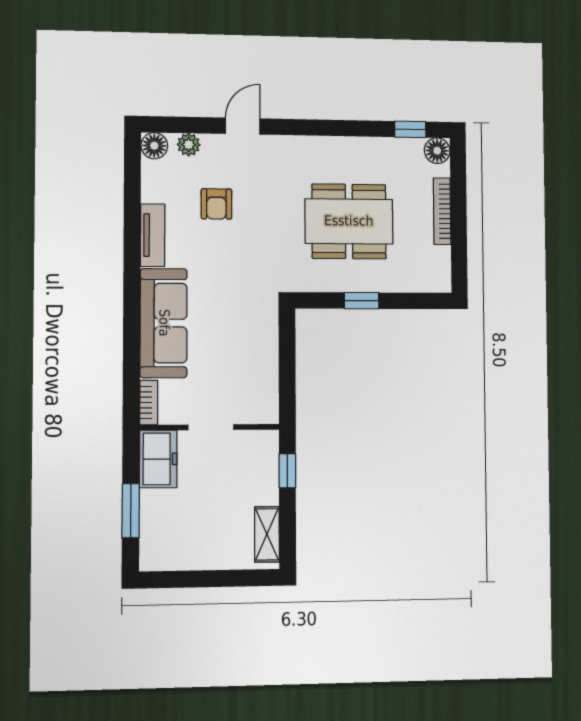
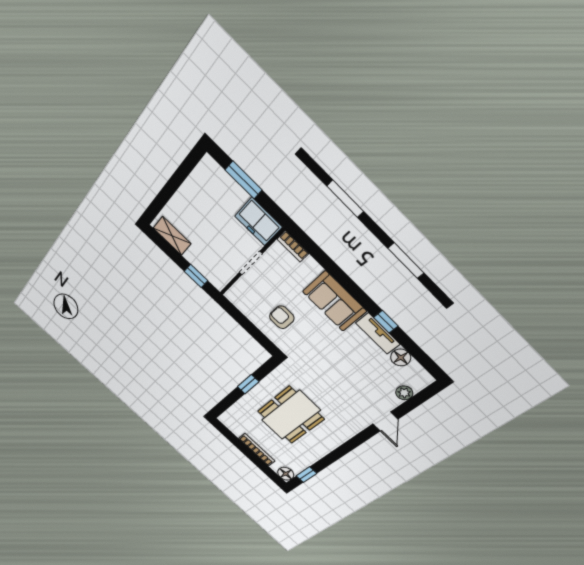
floor lamp: (154, 146) -> (401, 357), moved
armchair: (216, 204) -> (282, 317), moved
window: (132, 241) -> (386, 322), added
sofa: (164, 323) -> (334, 301), width x0.73

